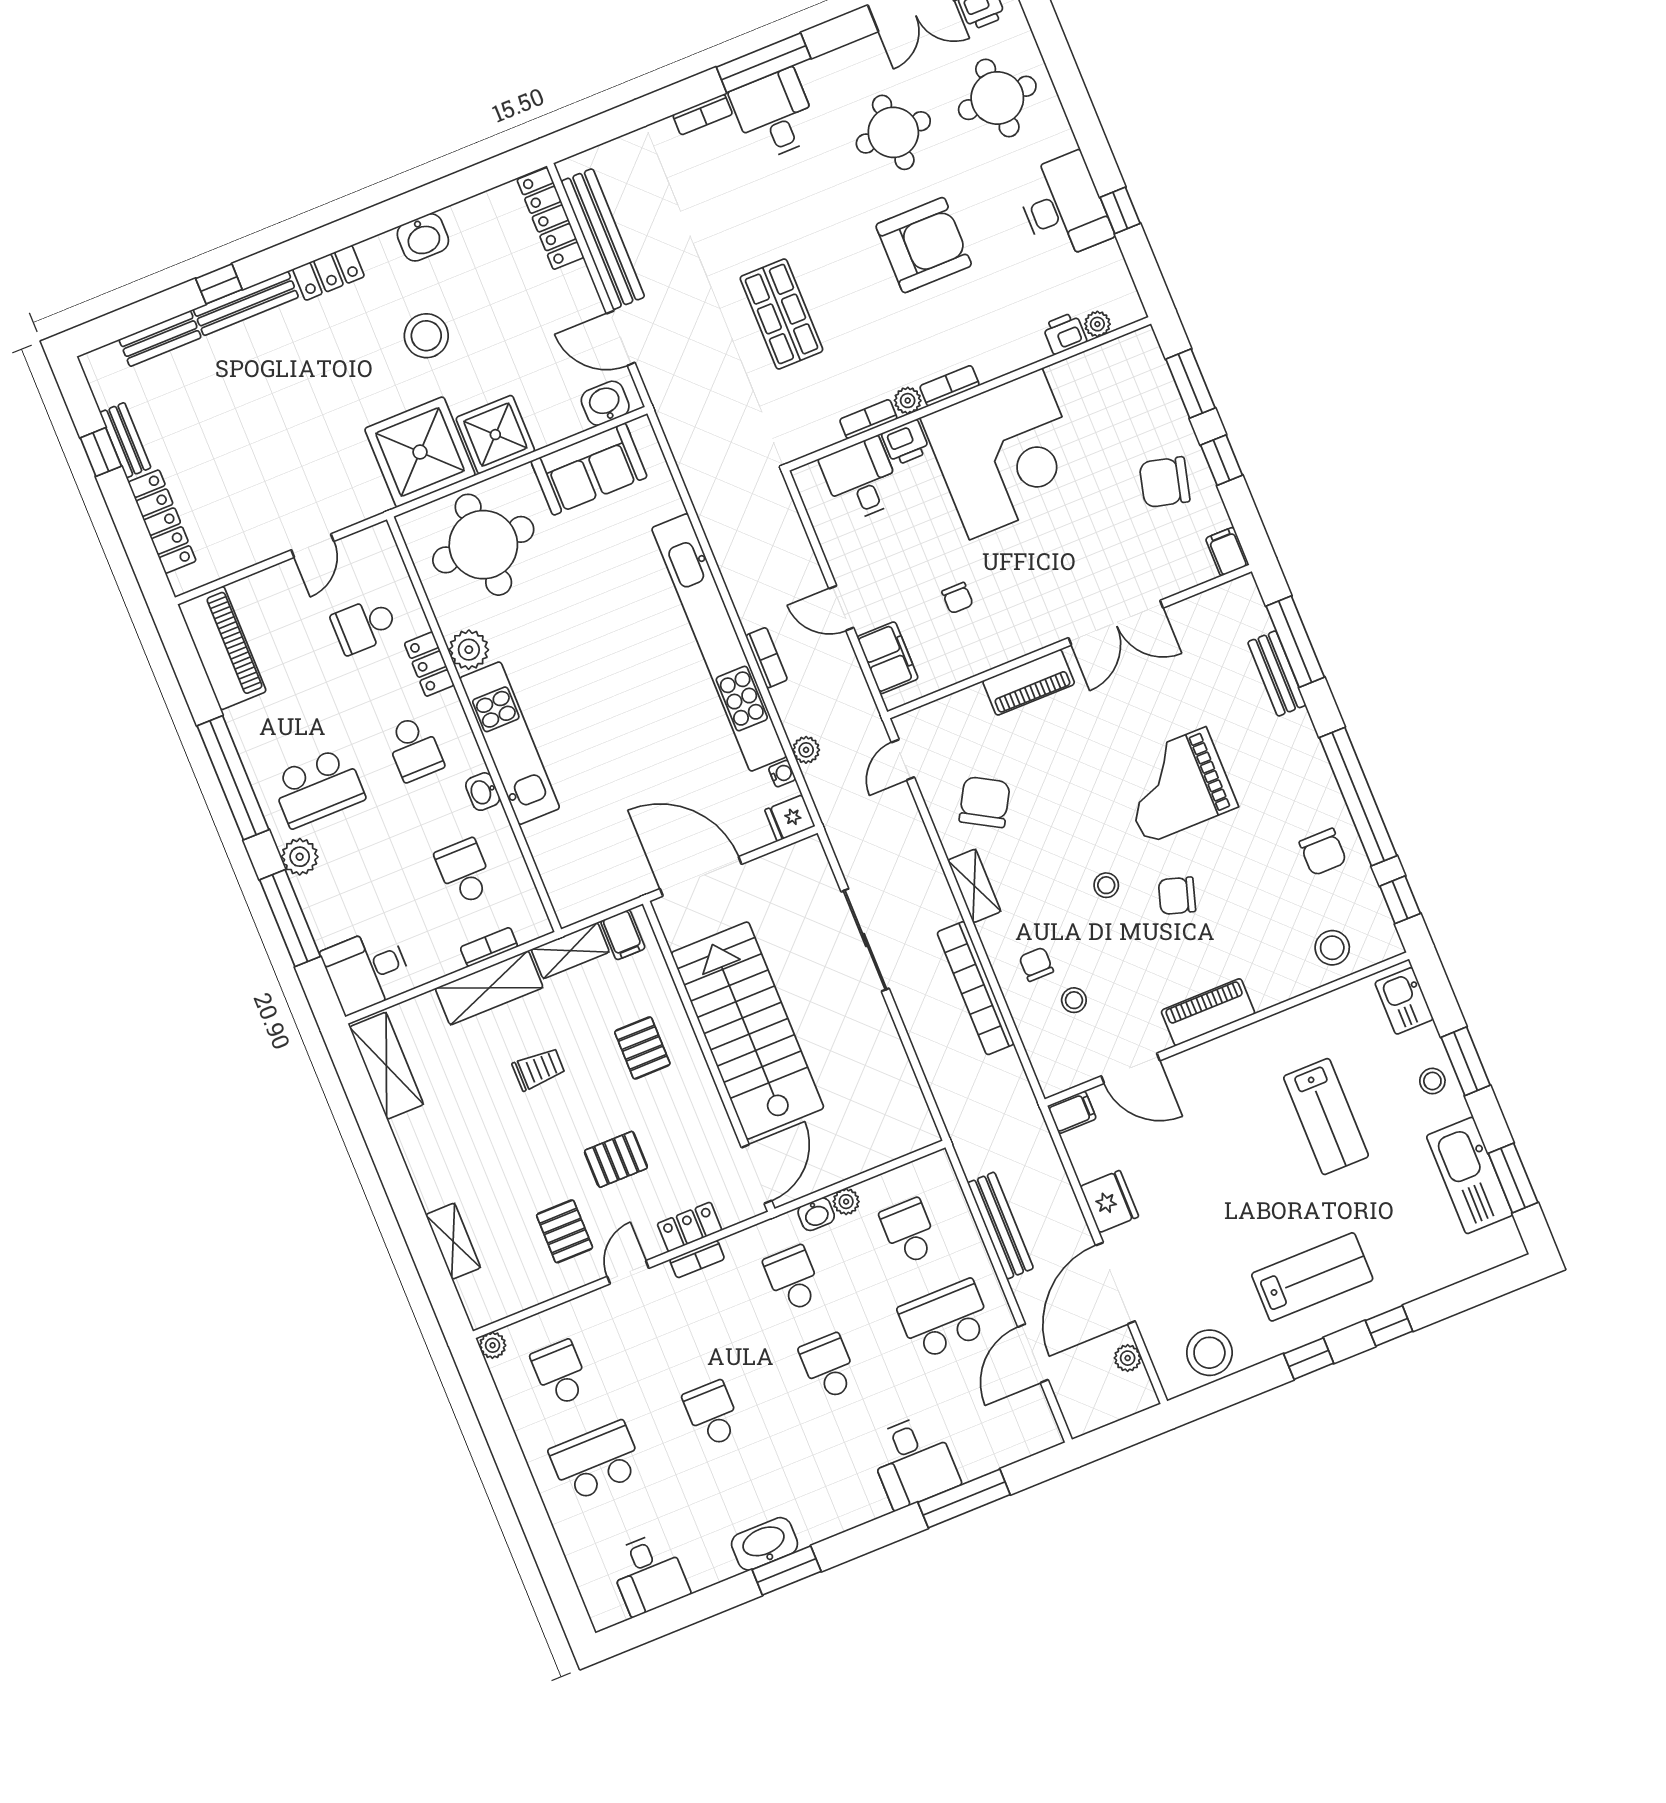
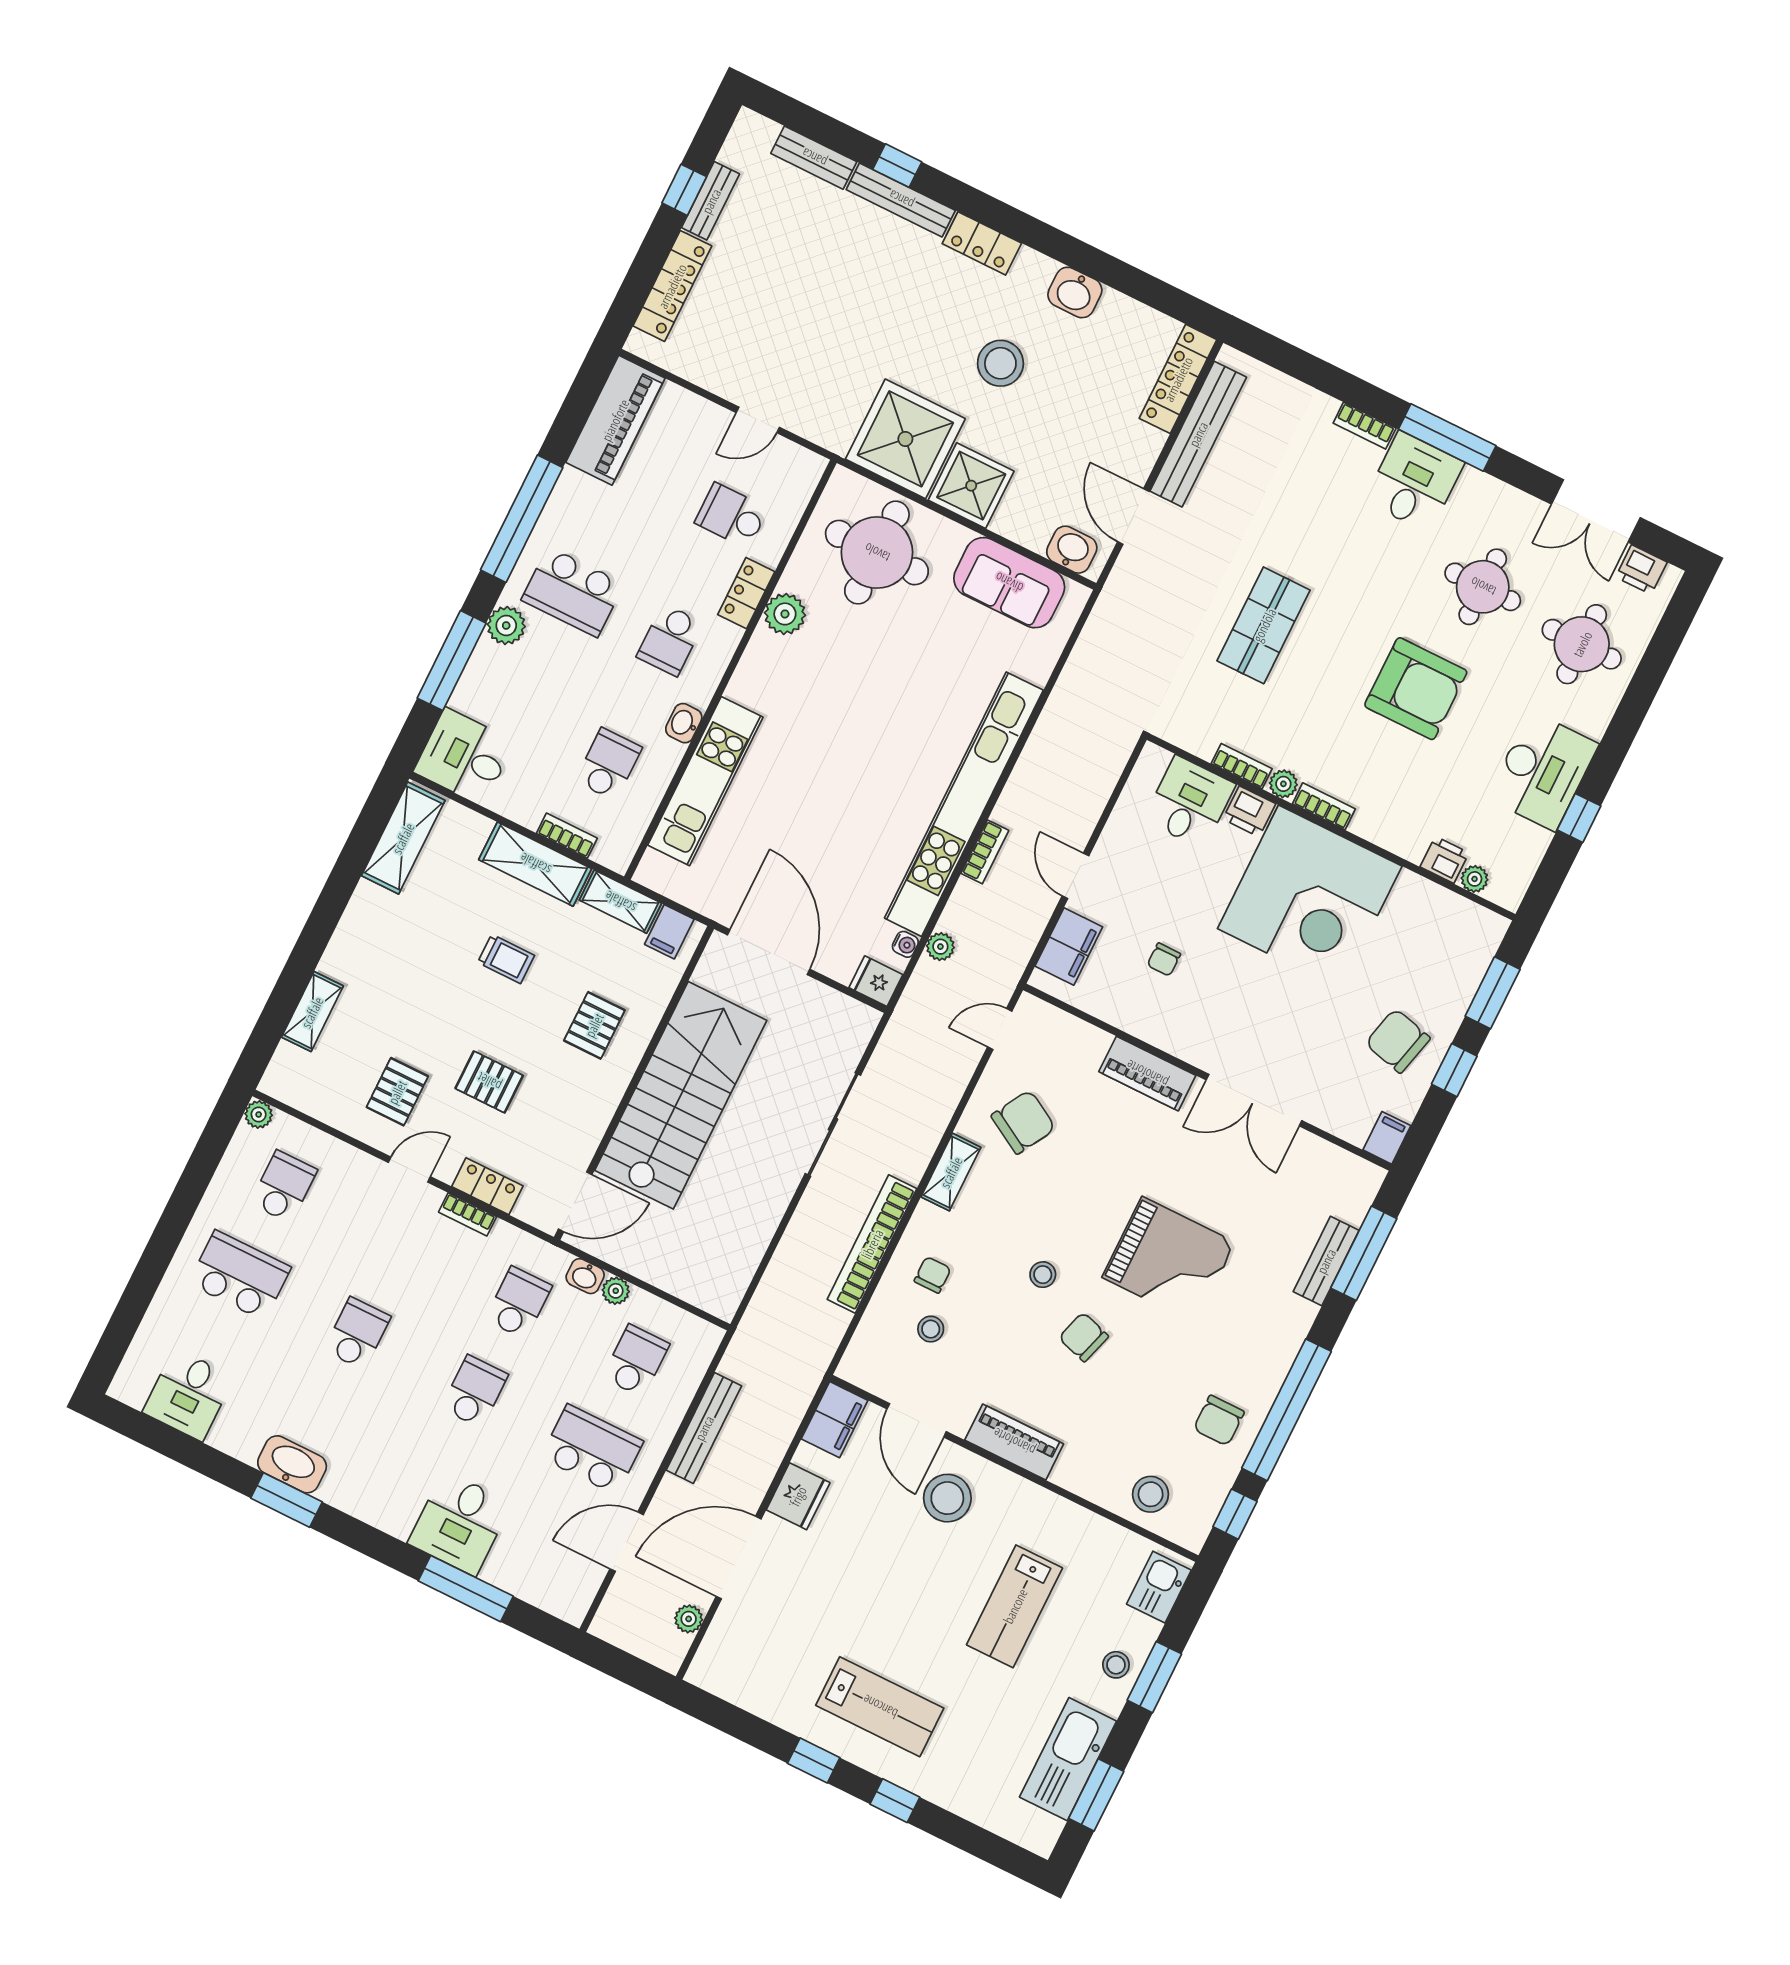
kitchen unit: (510, 743) -> (705, 781), moved
grand piano: (1176, 786) -> (1169, 1260), turned 180
filing cabinet: (1072, 1112) -> (835, 1420), width x2.00
stool: (1209, 1353) -> (947, 1498), moved

